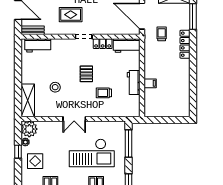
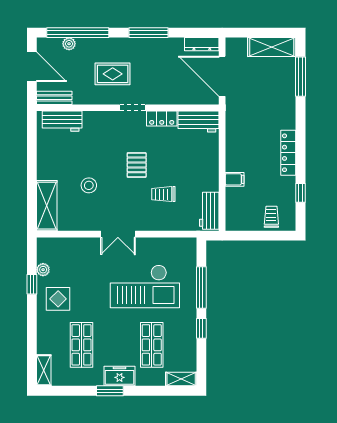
trolley: (162, 34) -> (271, 217), moved
locker: (185, 44) -> (288, 153), moved
workbench: (134, 83) -> (209, 211), moved
window: (193, 92) -> (301, 193), added
plant: (29, 129) -> (49, 250), removed
window: (128, 144) -> (201, 288), moved

